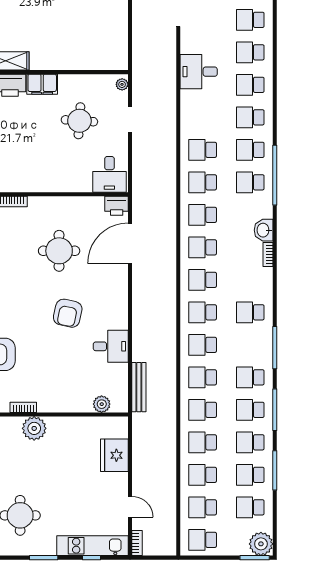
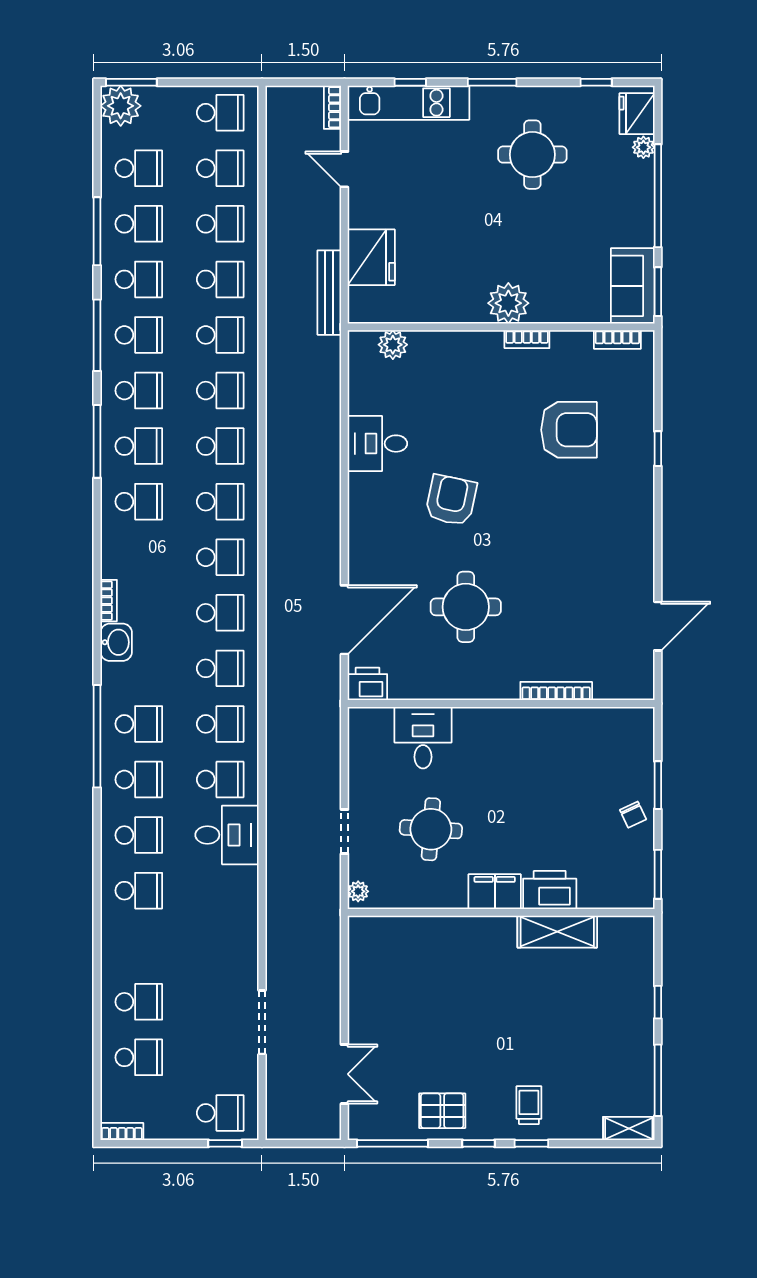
school desk: (250, 52) -> (139, 446), moved
desk: (199, 72) -> (227, 835), moved
desk: (109, 174) -> (423, 738), moved
bench: (139, 387) -> (329, 293), moved

